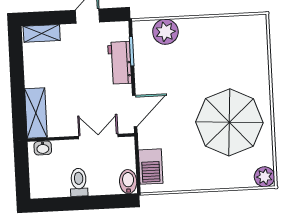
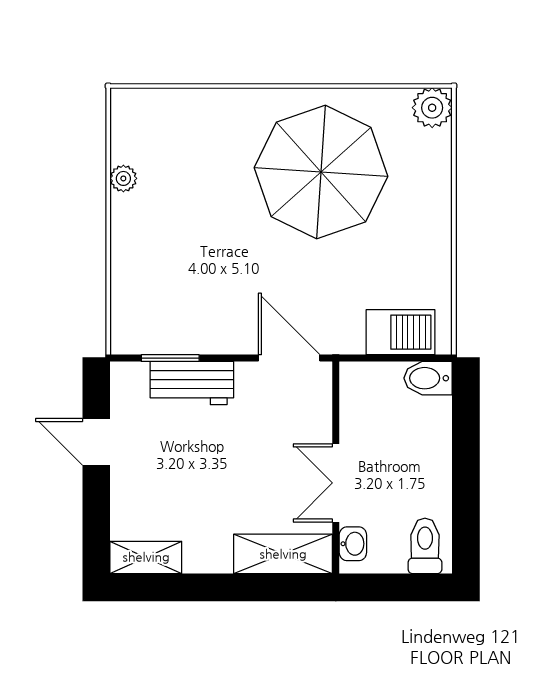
plant: (165, 32) -> (123, 178), moved, width x0.53, depth x0.53
shelving: (42, 33) -> (146, 557), moved, turned 90
double door: (98, 137) -> (336, 483), moved
toilet: (79, 182) -> (425, 546), moved, turned 90

